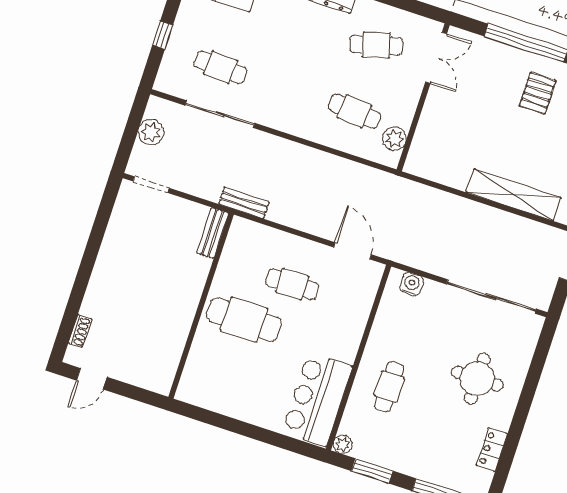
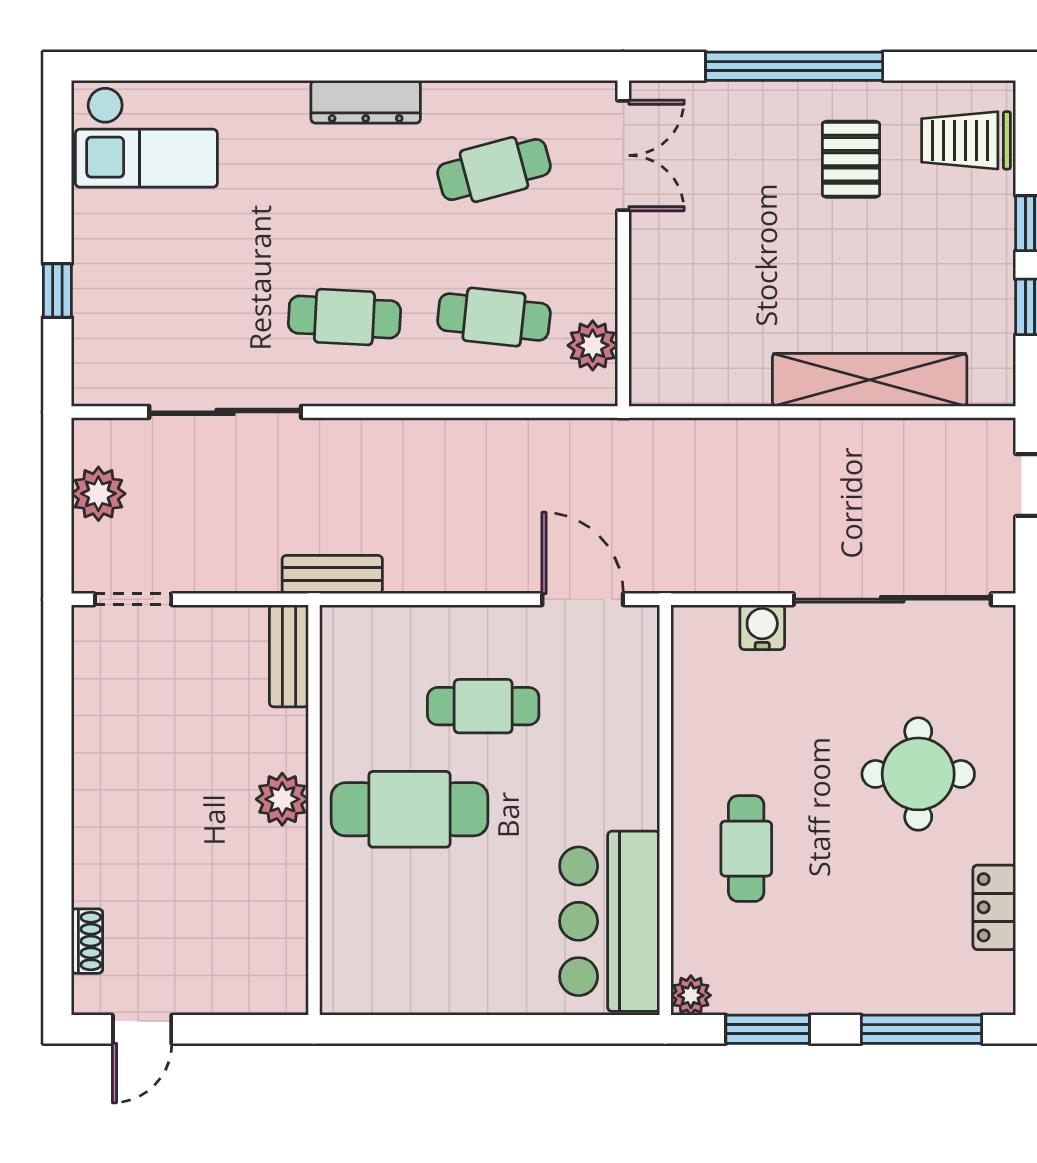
cafe table: (220, 67) -> (344, 317), moved
water cooler: (412, 284) -> (762, 627), moved
plant: (188, 296) -> (282, 799), added

